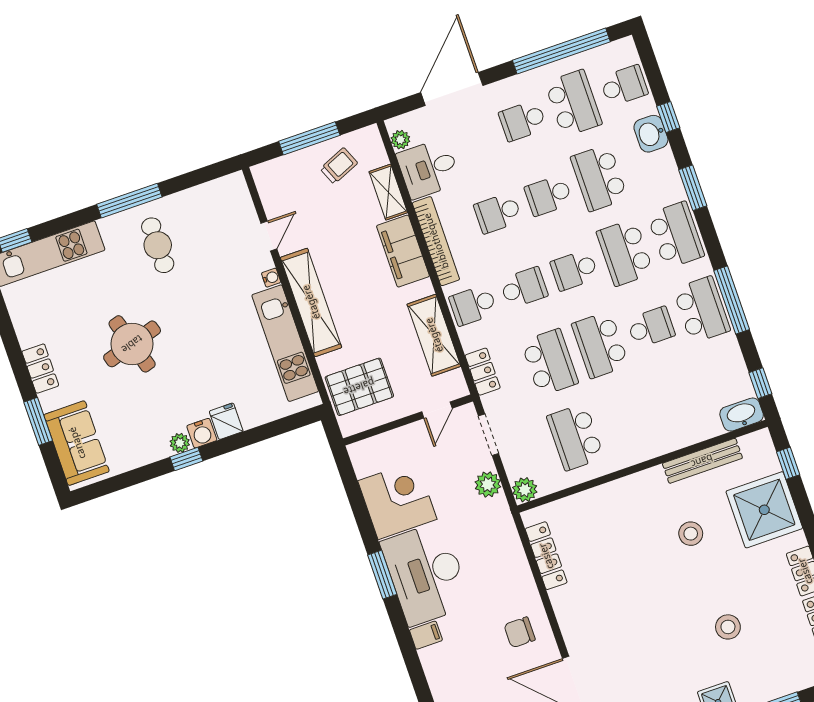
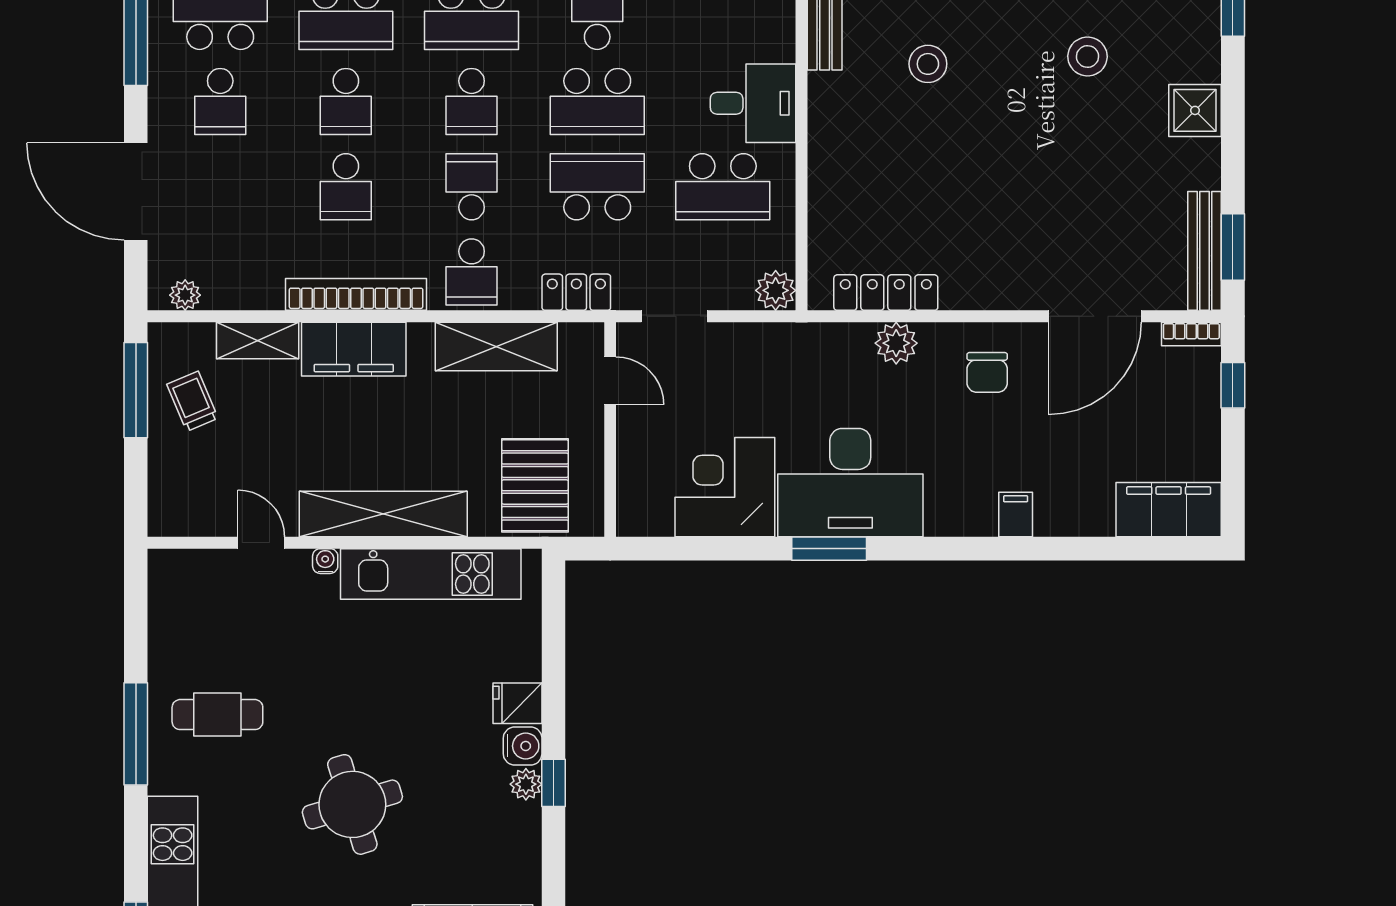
window: (309, 138) -> (136, 390), moved
desk: (429, 169) -> (753, 103), moved, turned -90
plant: (488, 484) -> (896, 343), moved
filing cabinet: (426, 635) -> (1016, 514), moved

